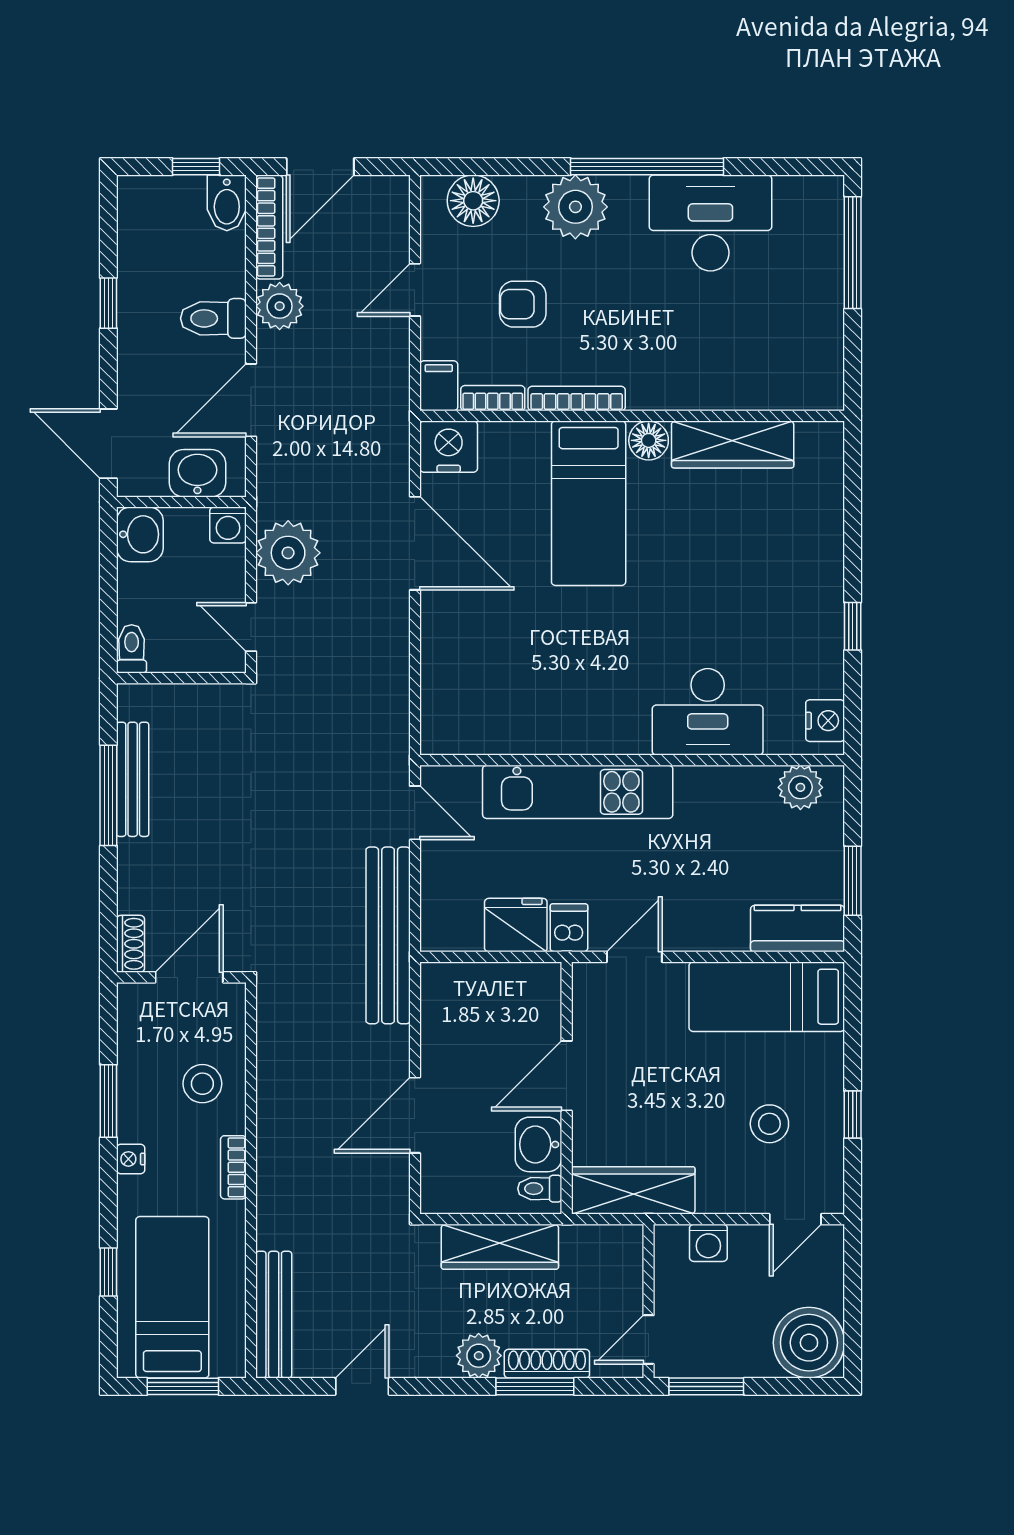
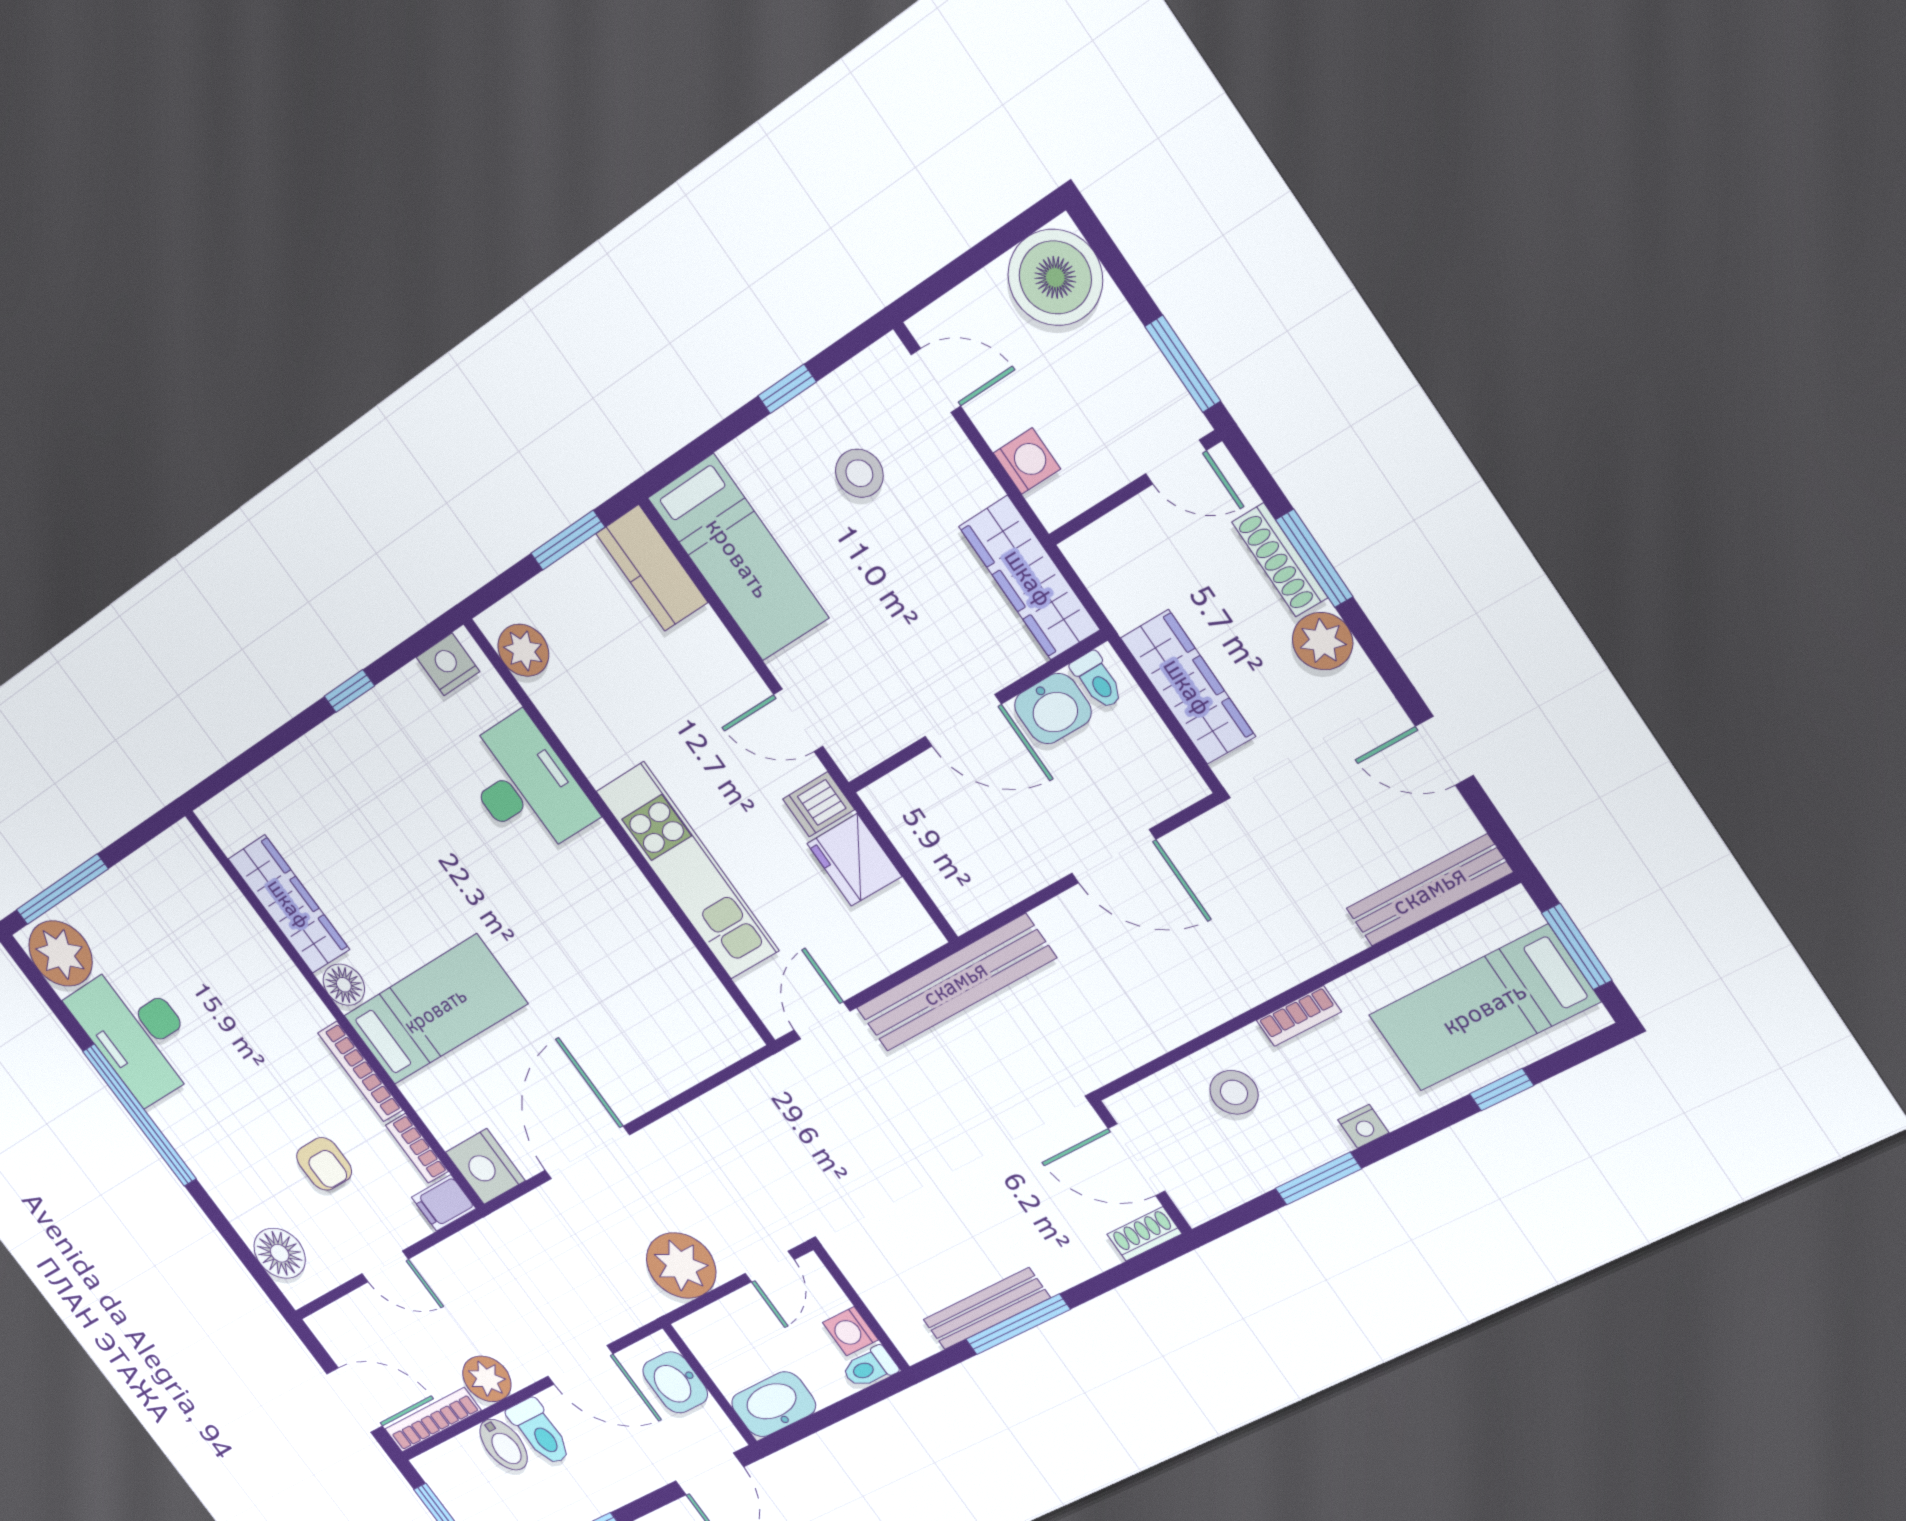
bidet: (227, 203) -> (504, 1445), moved, turned 90
plant: (575, 207) -> (60, 954), moved
washing machine: (228, 525) -> (850, 1331), moved, turned 180
washbasin: (140, 534) -> (774, 1404), width x1.38

